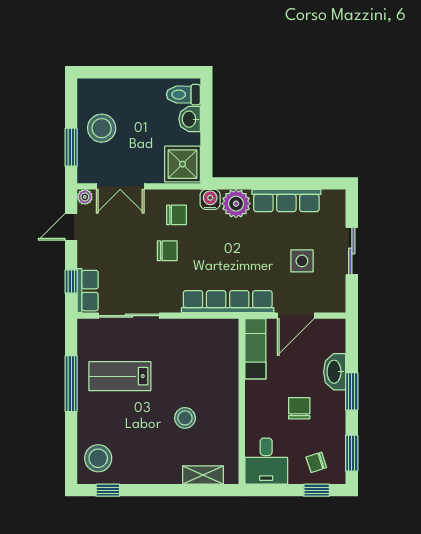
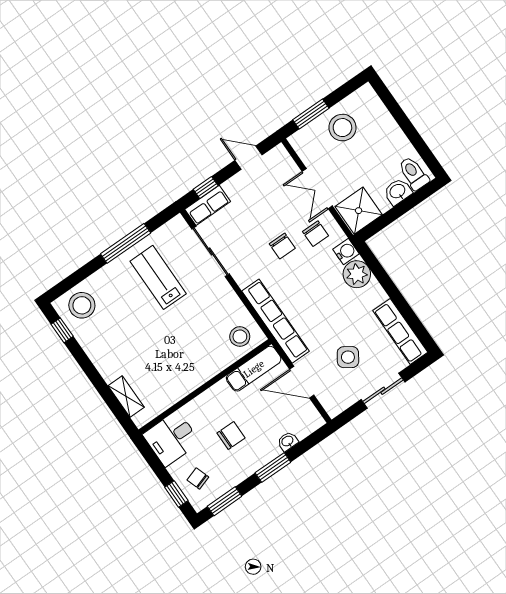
double door: (120, 186) -> (317, 189), moved
plant: (85, 197) -> (279, 152), removed
row of seats: (286, 201) -> (400, 331), moved
side table: (302, 261) -> (348, 357), turned 34
washbasin: (335, 372) -> (288, 441), width x0.52, depth x0.69
stool: (185, 418) -> (240, 337), moved

